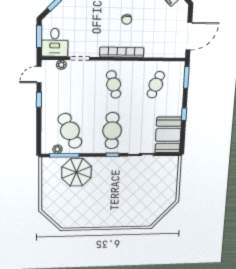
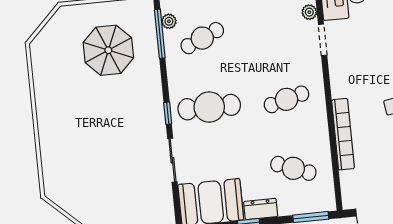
bookcase: (122, 52) -> (343, 134), moved
dresser: (177, 106) -> (261, 209), added
cafe table: (70, 131) -> (202, 38), width x0.73, depth x0.74
parasol: (77, 172) -> (108, 50), moved

